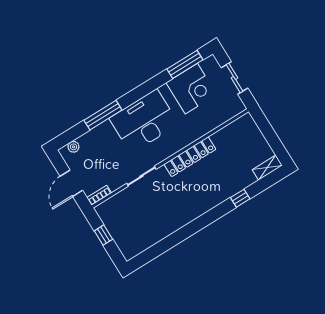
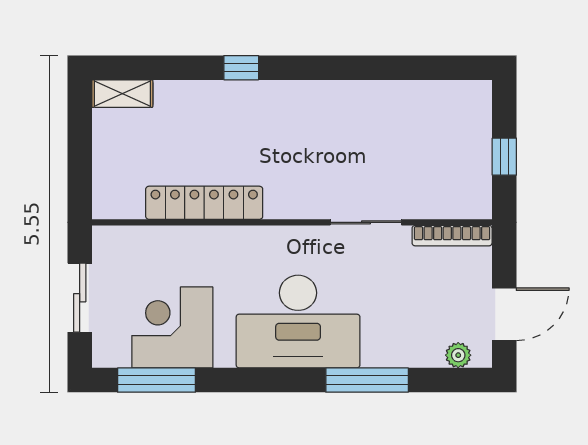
locker: (190, 157) -> (204, 203), moved
door: (71, 183) -> (504, 314), moved
bookcase: (99, 195) -> (452, 236), width x1.56
window: (240, 198) -> (241, 68), moved

